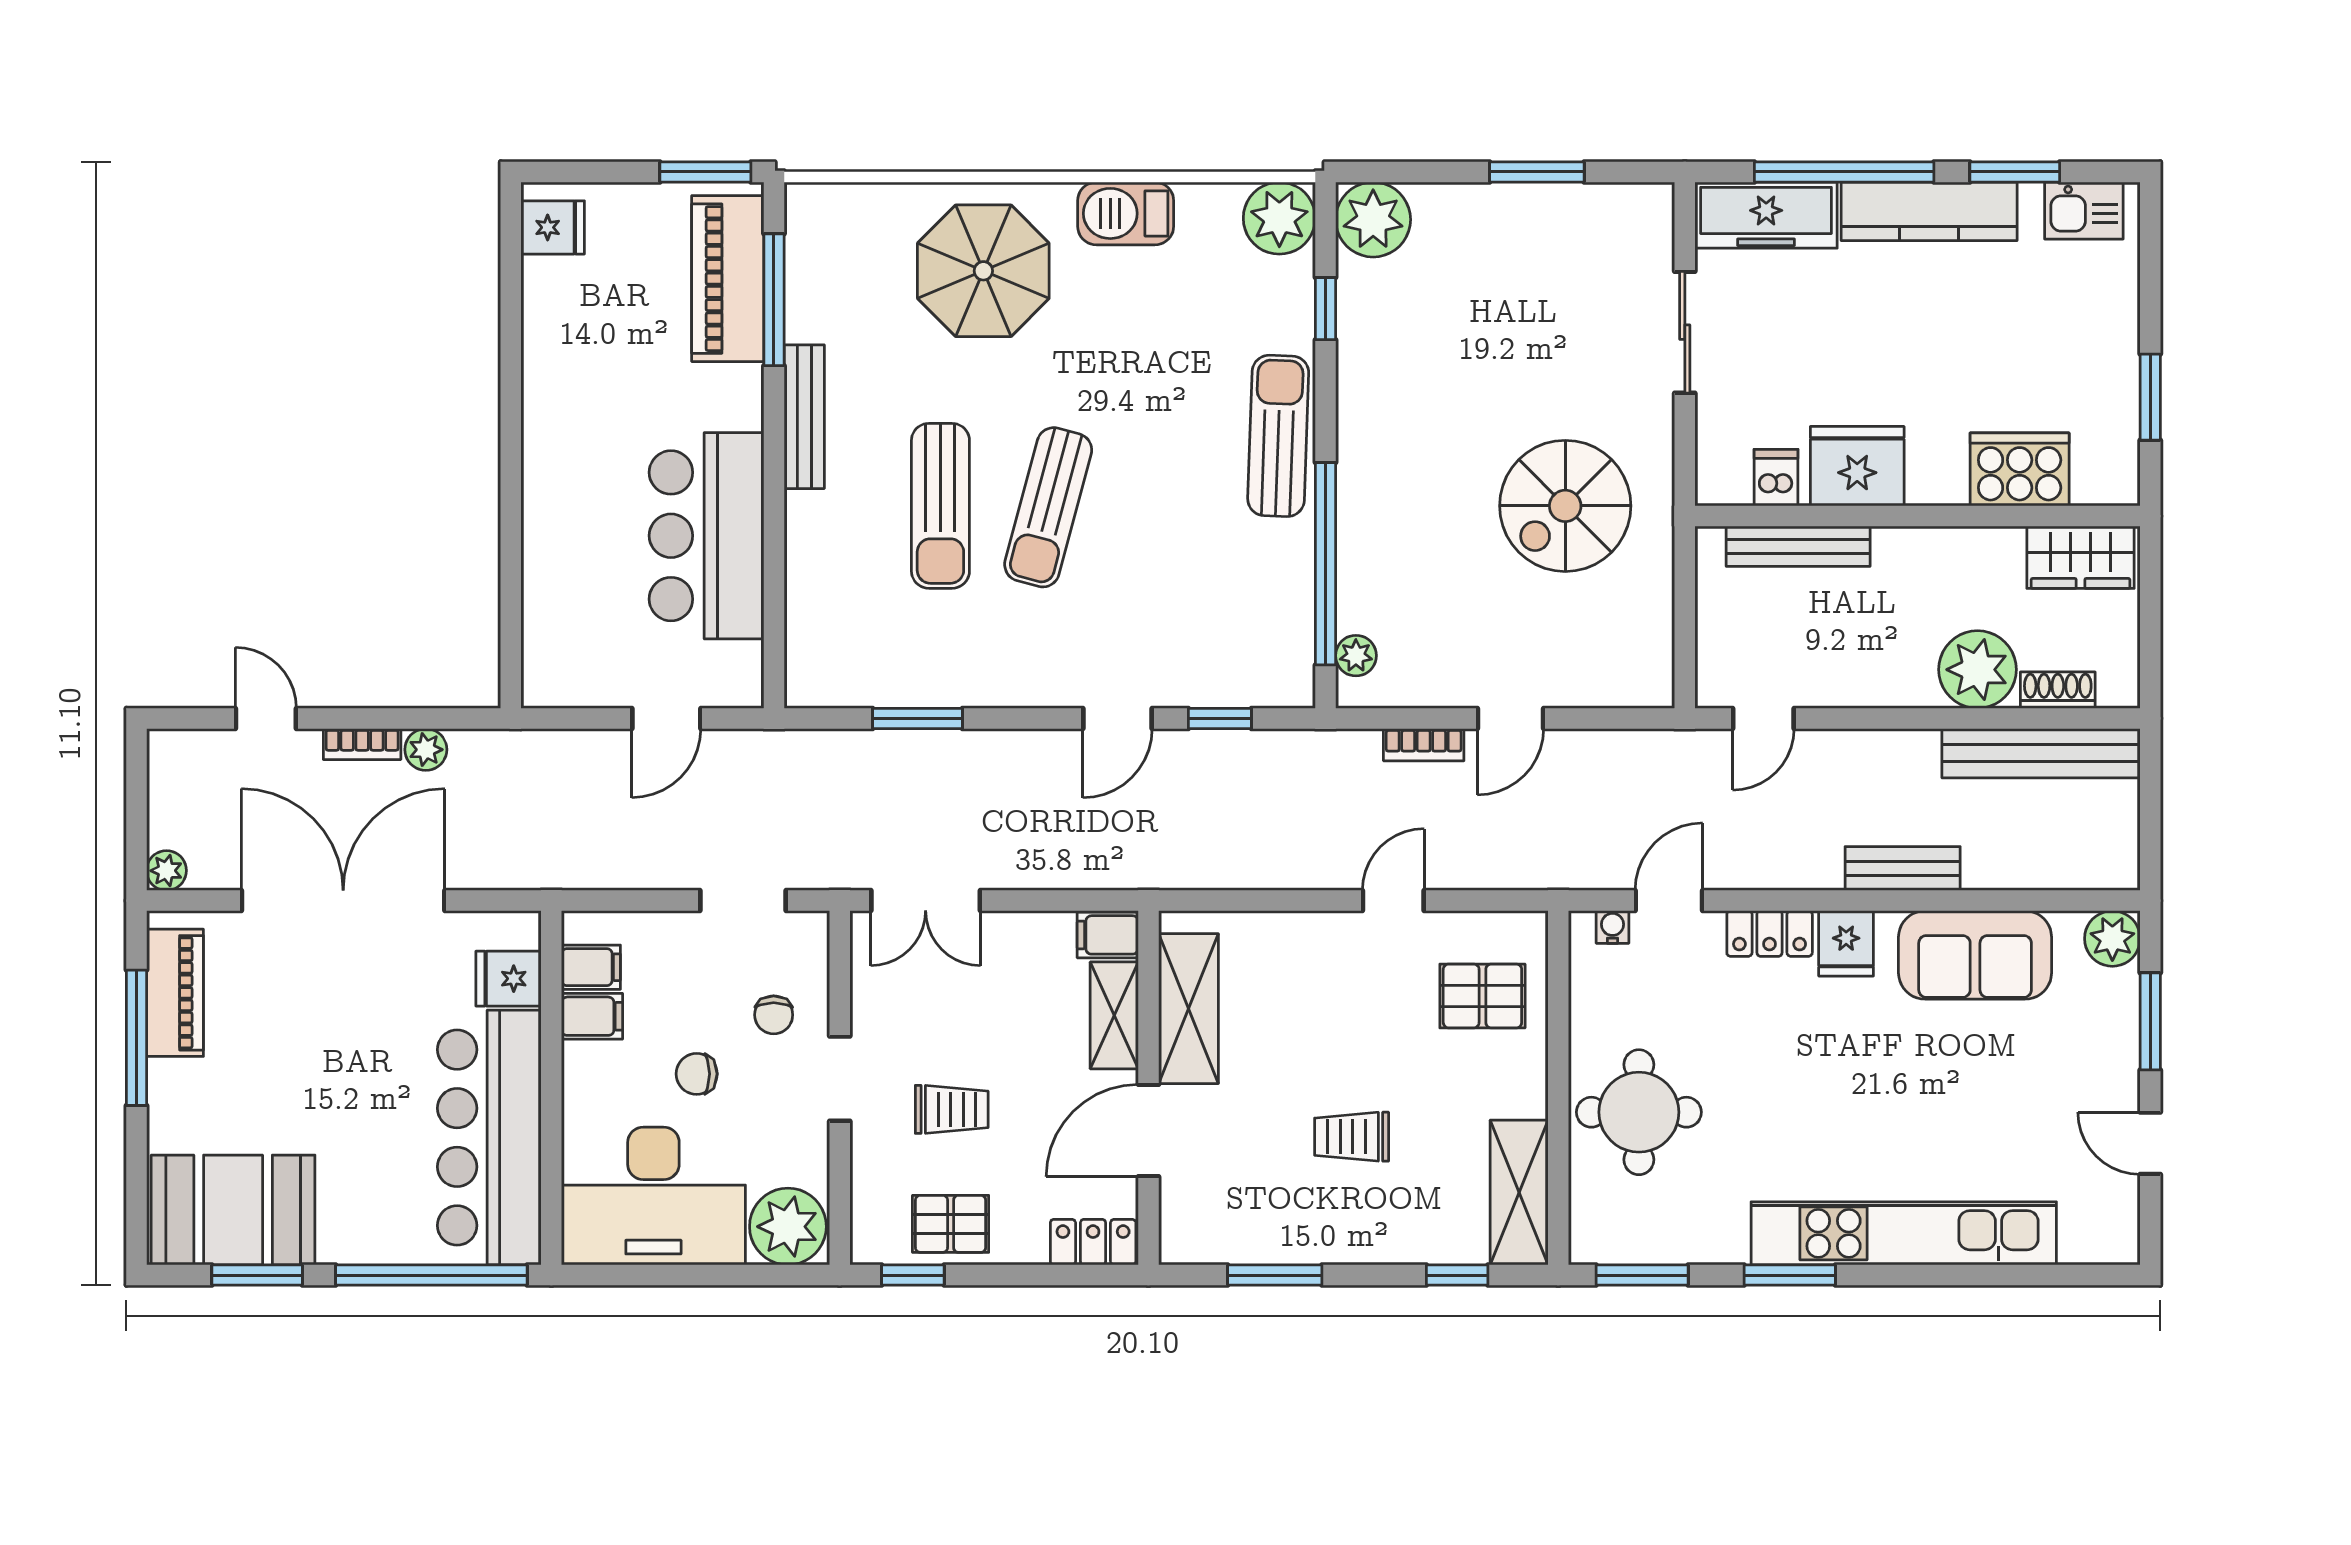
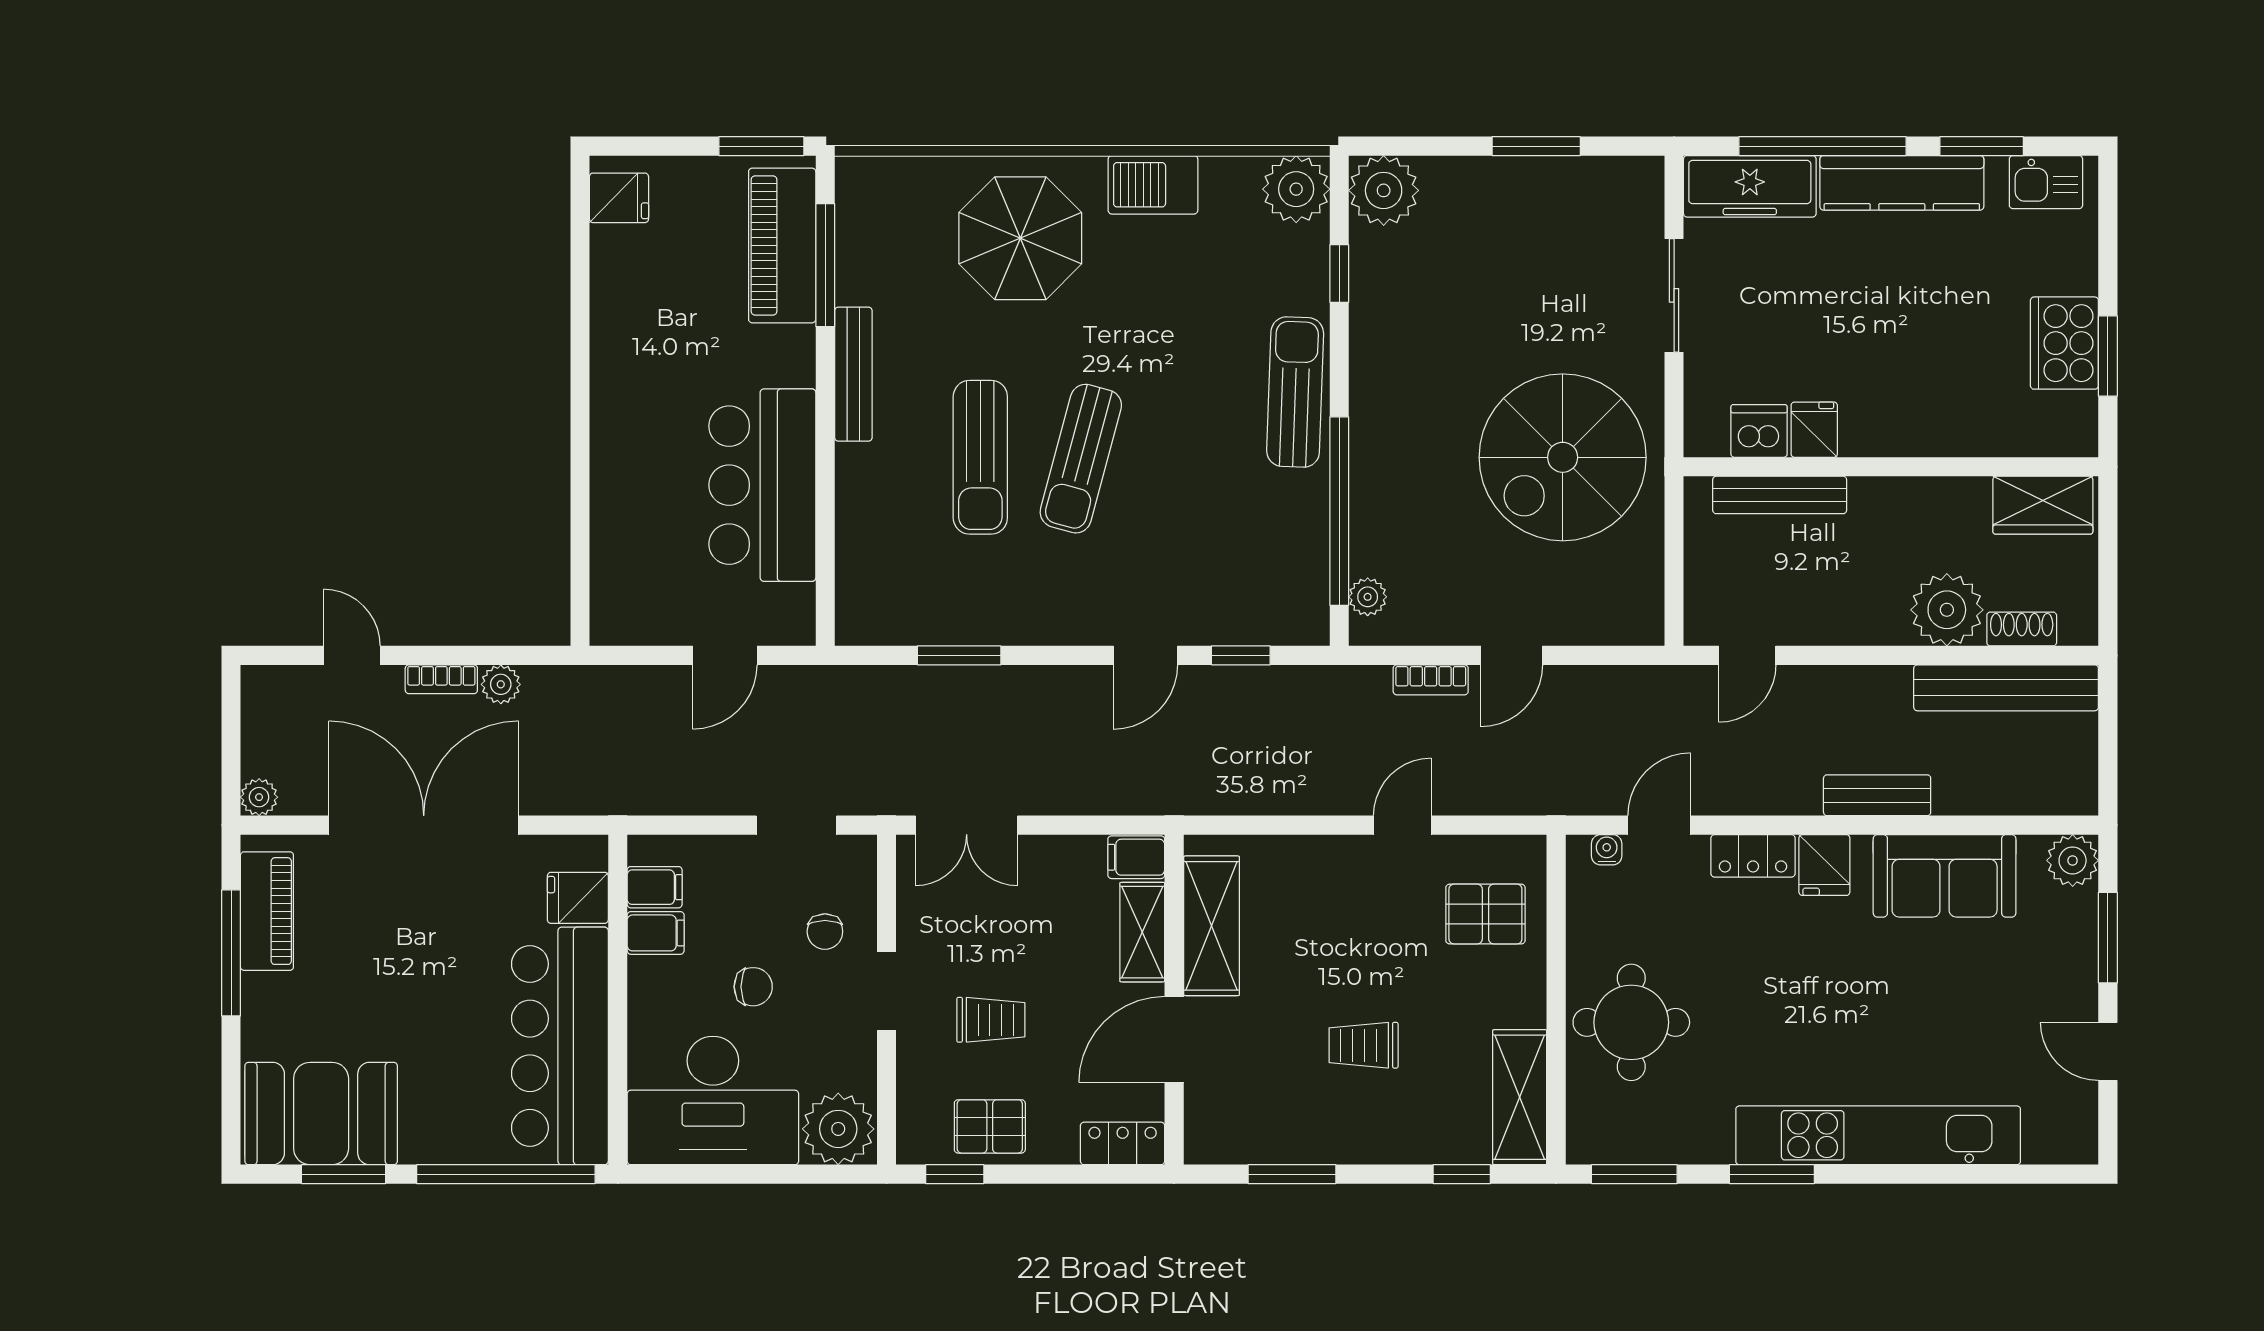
fridge: (1857, 466) -> (1814, 430), width x0.53, depth x0.75
cooker: (2020, 469) -> (2064, 343), moved, turned -90
dishwasher: (1776, 478) -> (1759, 431), width x1.38
spiral stairs: (1565, 506) -> (1563, 457), width x1.37, depth x1.37
chair: (697, 1074) -> (753, 987), turned 180

